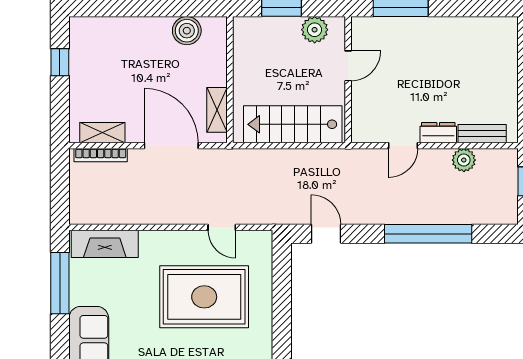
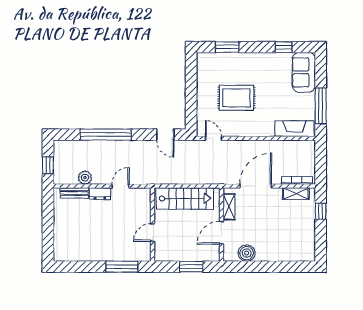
plant: (315, 30) -> (172, 254), removed
window: (60, 62) -> (321, 211), moved
door: (230, 66) -> (221, 233), added
door: (171, 146) -> (256, 186), swing flipped
door: (222, 227) -> (213, 138), moved
rug: (204, 297) -> (236, 98), width x0.73, depth x0.69

